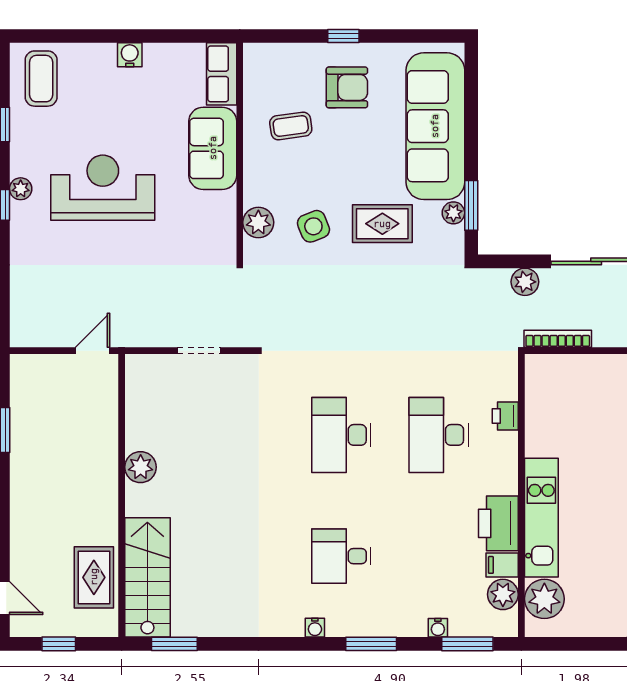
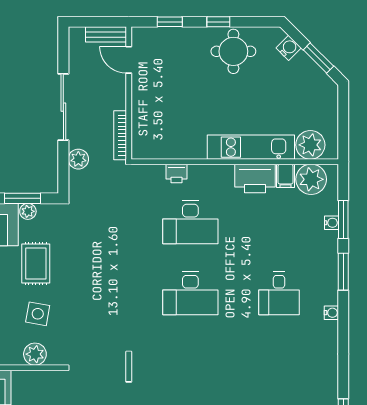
side table: (313, 226) -> (38, 314), turned 32
plant: (503, 594) -> (311, 179), width x1.36, depth x1.36
window: (467, 644) -> (343, 219), moved

